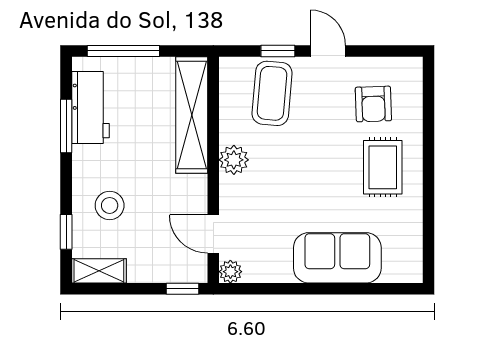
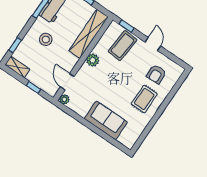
window: (278, 51) -> (126, 26), moved
stool: (110, 205) -> (46, 39), moved
window: (183, 289) -> (34, 87), moved

